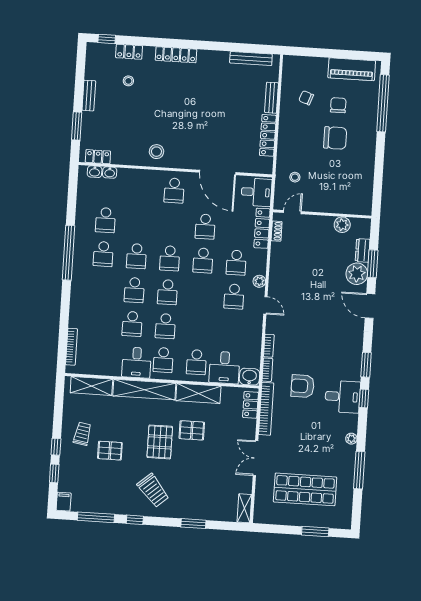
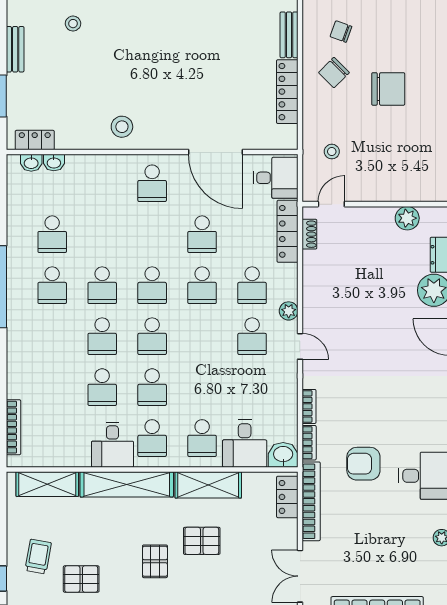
chair: (338, 105) -> (334, 73), moved, turned -135
pallet: (160, 442) -> (155, 561), width x0.67, depth x0.71

